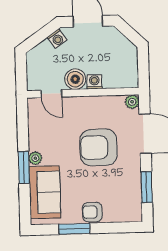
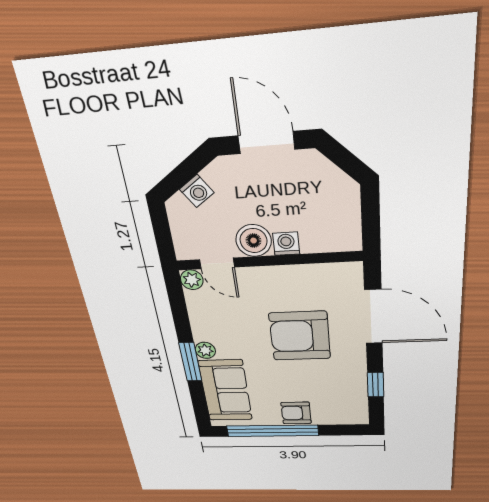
washing machine: (57, 39) -> (197, 191), moved
plant: (132, 102) -> (192, 280), moved
window: (147, 187) -> (375, 385), width x0.67
window: (74, 229) -> (272, 431), width x2.11

